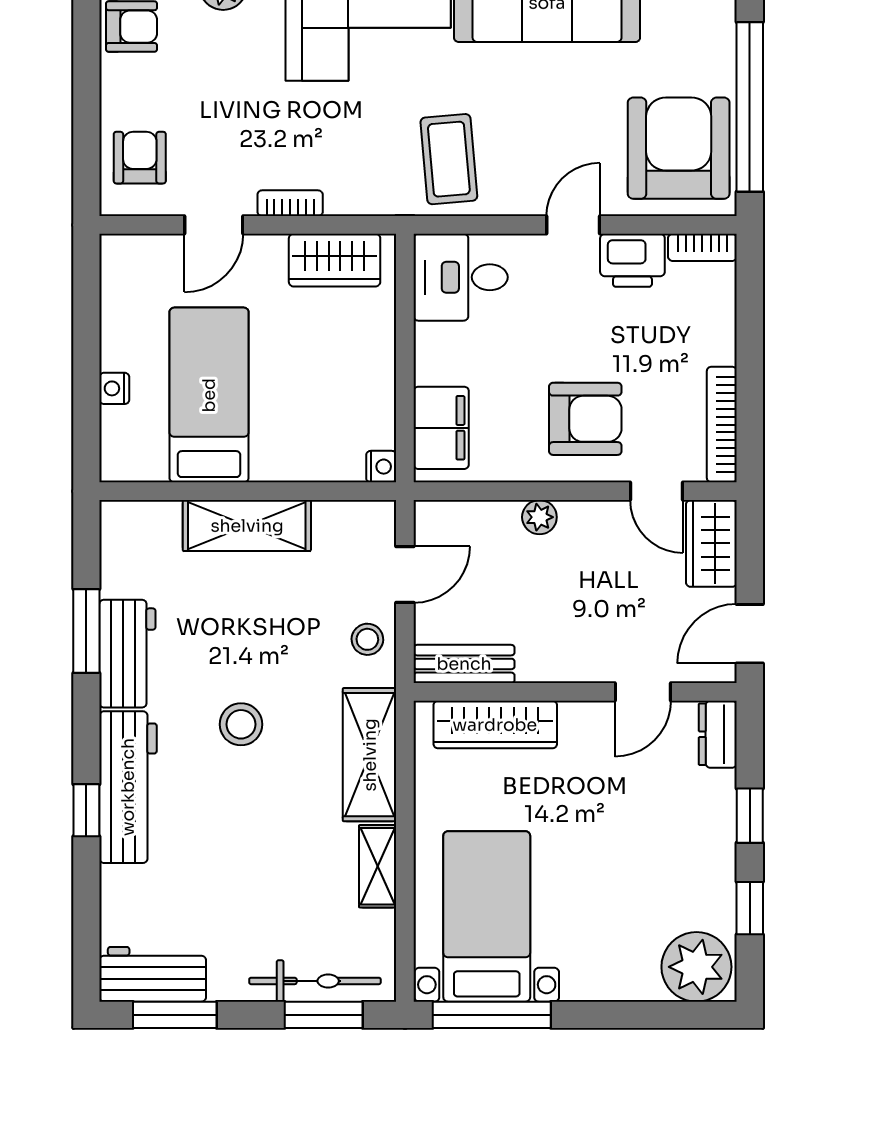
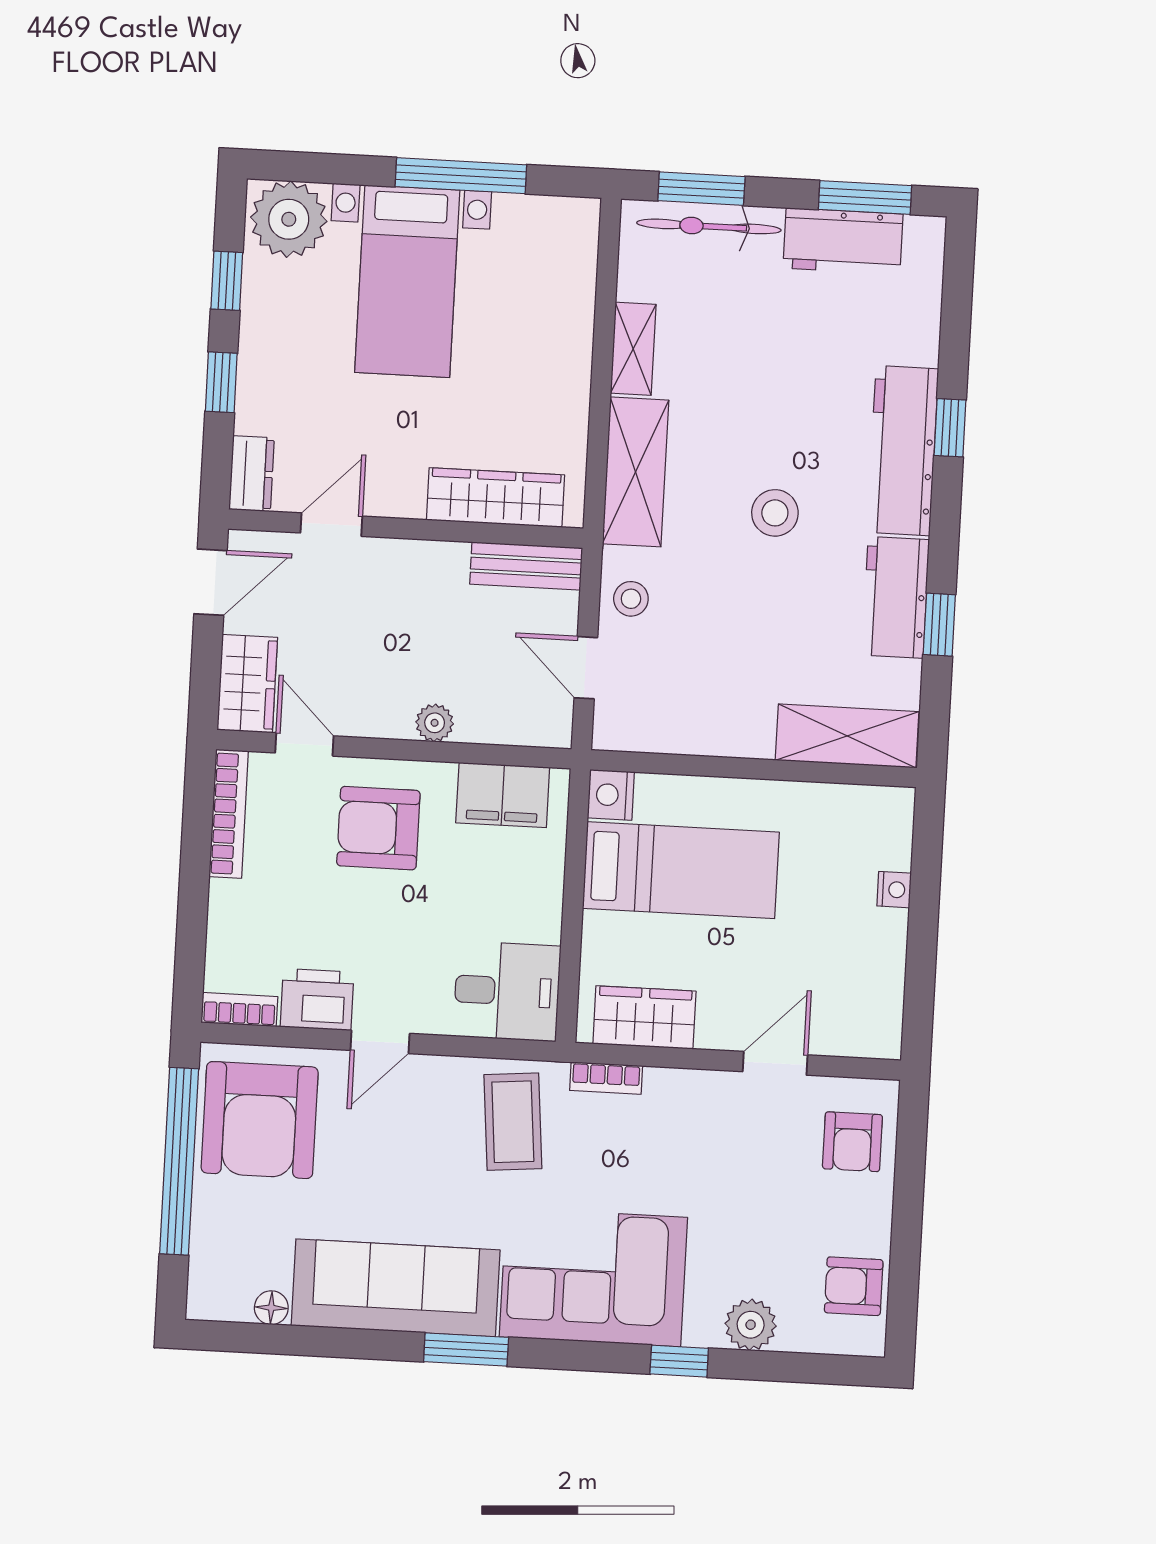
bookcase: (290, 203) -> (606, 1078), moved
bed: (209, 395) -> (681, 870), moved, turned -90
filing cabinet: (441, 428) -> (503, 795), moved, turned -90
nightstand: (381, 467) -> (611, 795), width x1.39, depth x1.35
shelving: (247, 526) -> (847, 736), moved
door: (405, 575) -> (586, 668), hinge flipped
window: (86, 631) -> (939, 625), width x0.67
bed with nightstands: (487, 916) -> (407, 281), moved
workbench: (153, 974) -> (843, 241), moved
window: (492, 1015) -> (461, 176), moved

